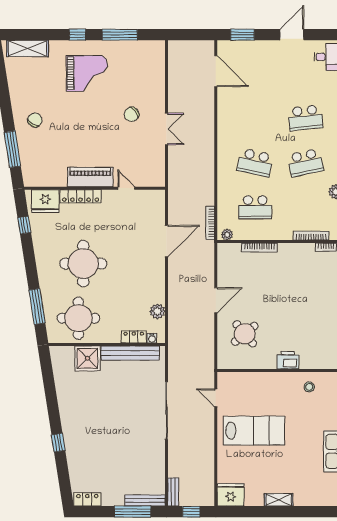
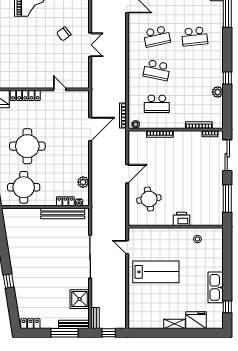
school desk: (305, 163) -> (157, 36), moved
piano: (90, 177) -> (33, 81), removed
round table: (245, 334) -> (149, 199), turned 31
shower: (87, 358) -> (80, 299), moved
fridge: (231, 495) -> (196, 320), moved

